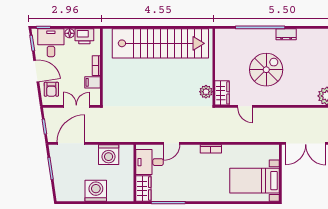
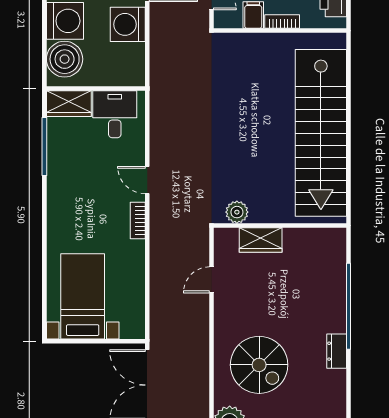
spiral stairs: (266, 70) -> (259, 365), moved
wardrobe: (222, 93) -> (261, 240), moved
door: (172, 143) -> (147, 180), moved
washing machine: (109, 155) -> (128, 24), moved
boiler: (118, 191) -> (65, 59), added

